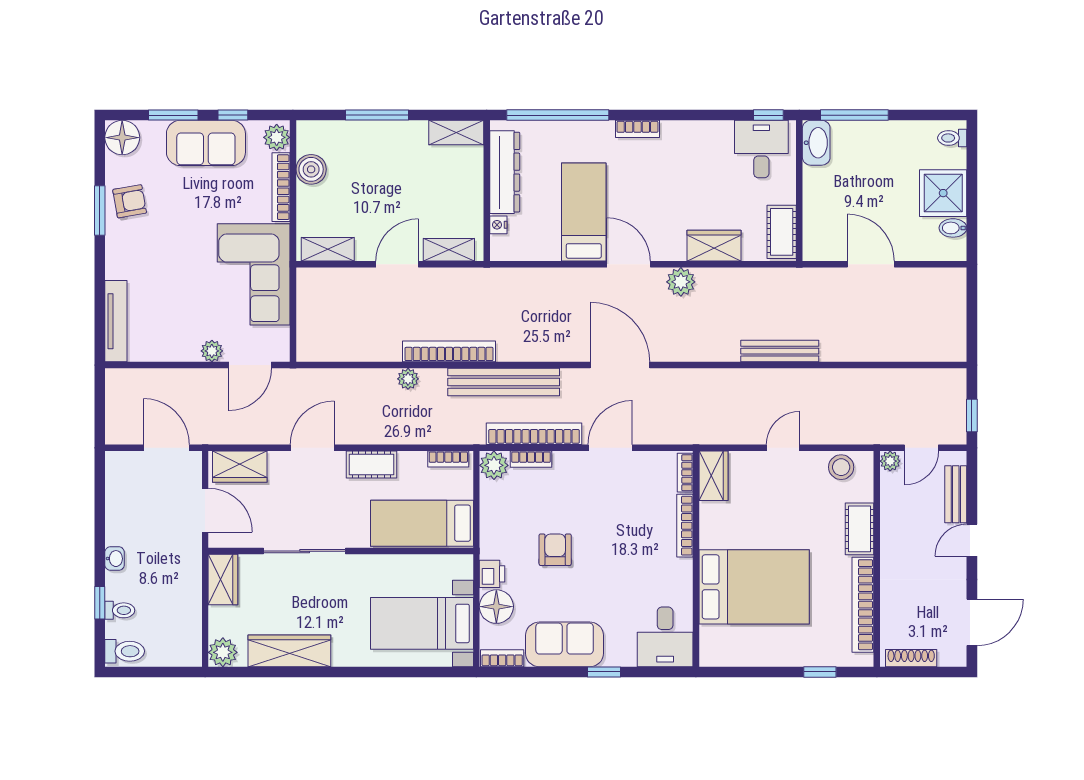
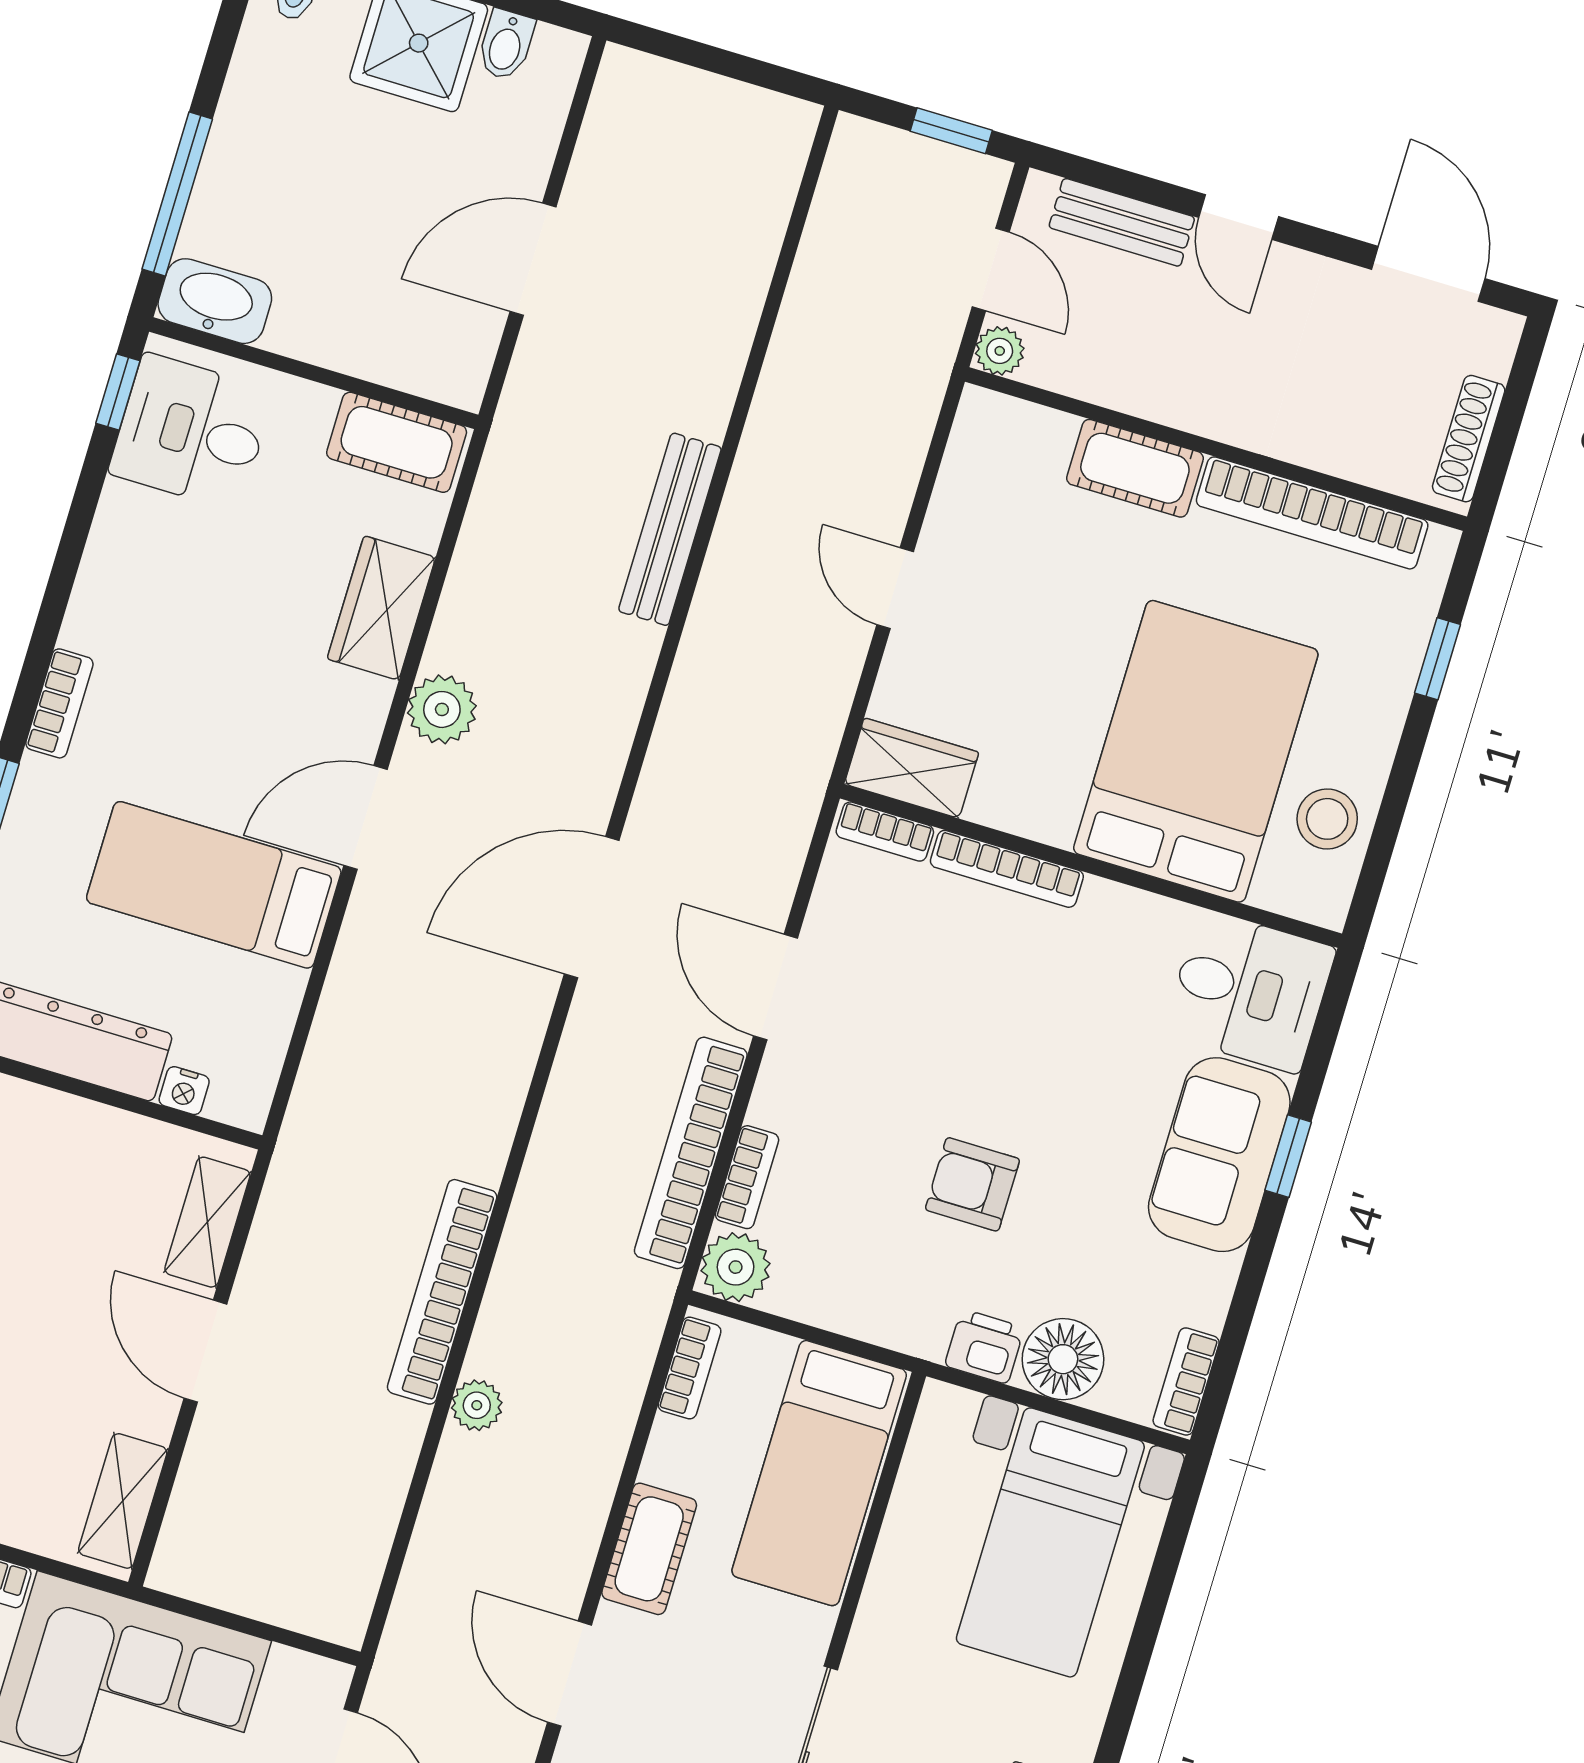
bench: (504, 382) -> (550, 1187), removed
stool: (841, 467) -> (1327, 819), moved
sofa: (565, 644) -> (1219, 1155), moved

